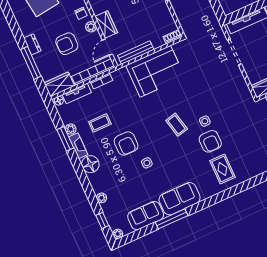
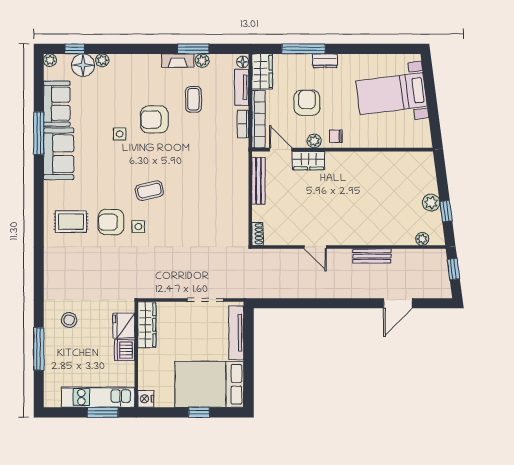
corner sofa: (155, 71) -> (225, 194), removed
floor lamp: (90, 164) -> (83, 65), moved

